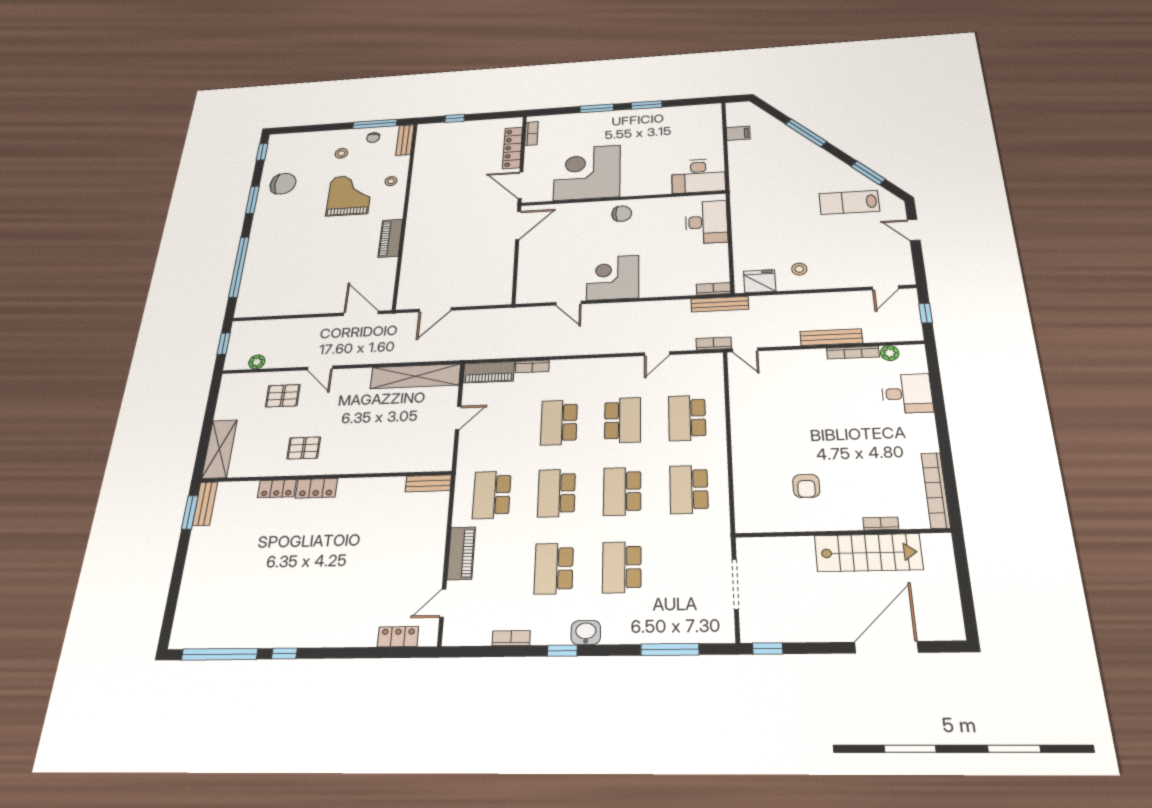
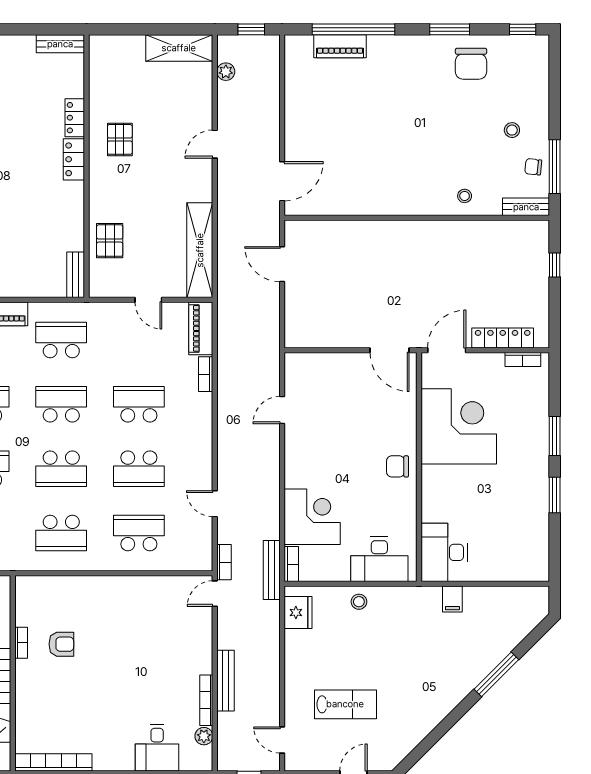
filing cabinet: (738, 133) -> (452, 599), moved
window: (868, 173) -> (434, 737), removed
grand piano: (349, 195) -> (447, 148), removed
lab bench: (849, 202) -> (345, 704), moved, turned 90
chair: (622, 214) -> (398, 466), turned 90
piano: (390, 238) -> (340, 46), moved, turned 180
stool: (799, 269) -> (359, 602), moved
corner desk: (613, 278) -> (312, 517), moved
pallet: (283, 396) -> (110, 241), moved
shelving: (219, 449) -> (179, 48), moved
armchair: (806, 486) -> (61, 644), turned 180
school desk: (689, 489) -> (61, 533), turned 180
school desk: (622, 491) -> (61, 469), turned 180
window: (190, 512) -> (51, 29), removed
bookcase: (881, 524) -> (21, 643), moved

